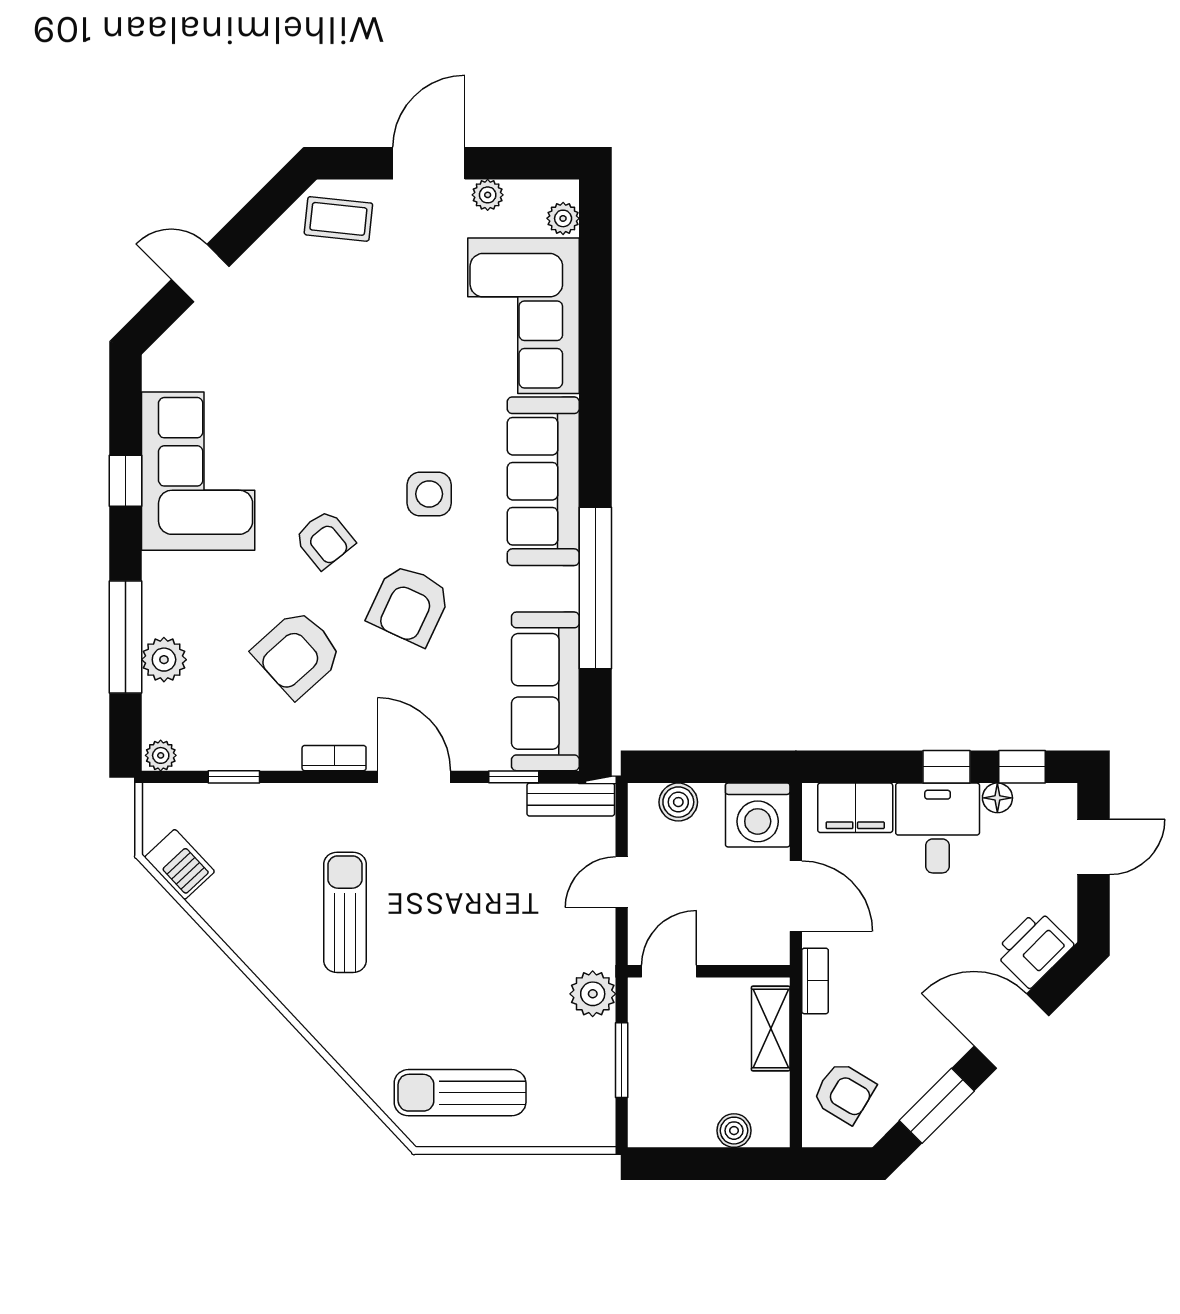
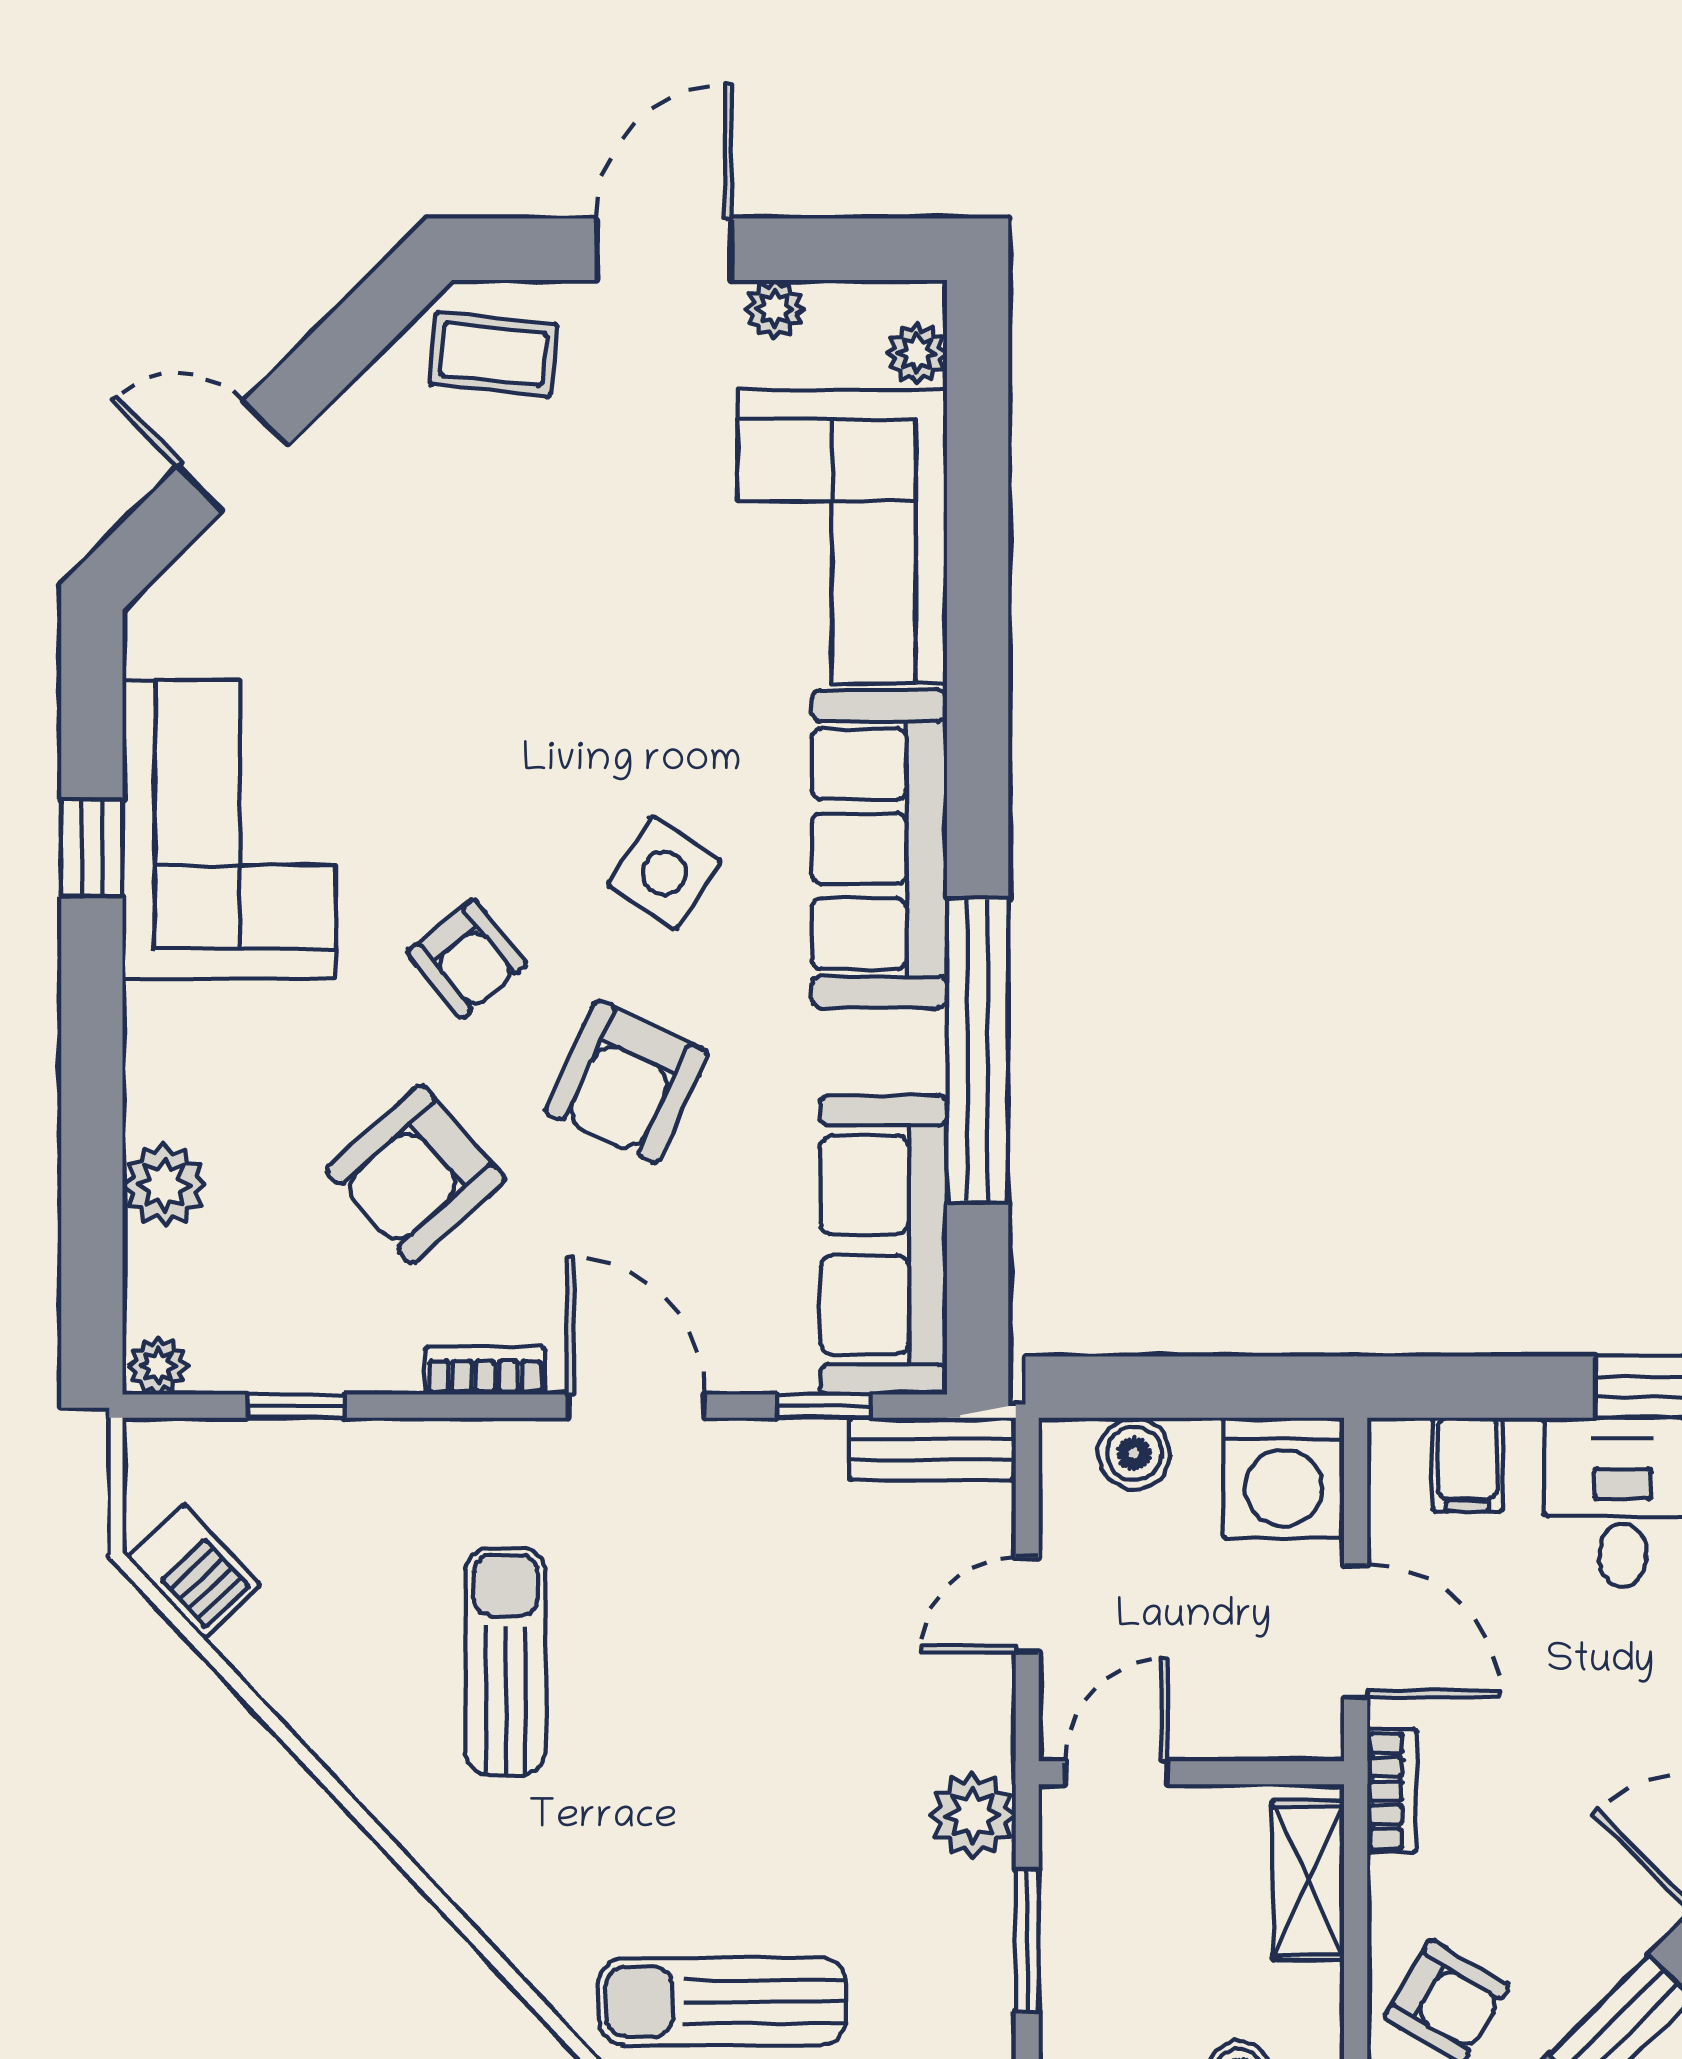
side table: (429, 494) -> (664, 873), turned 33
window: (125, 637) -> (92, 1143), removed
filing cabinet: (855, 808) -> (1468, 1465), width x0.50

